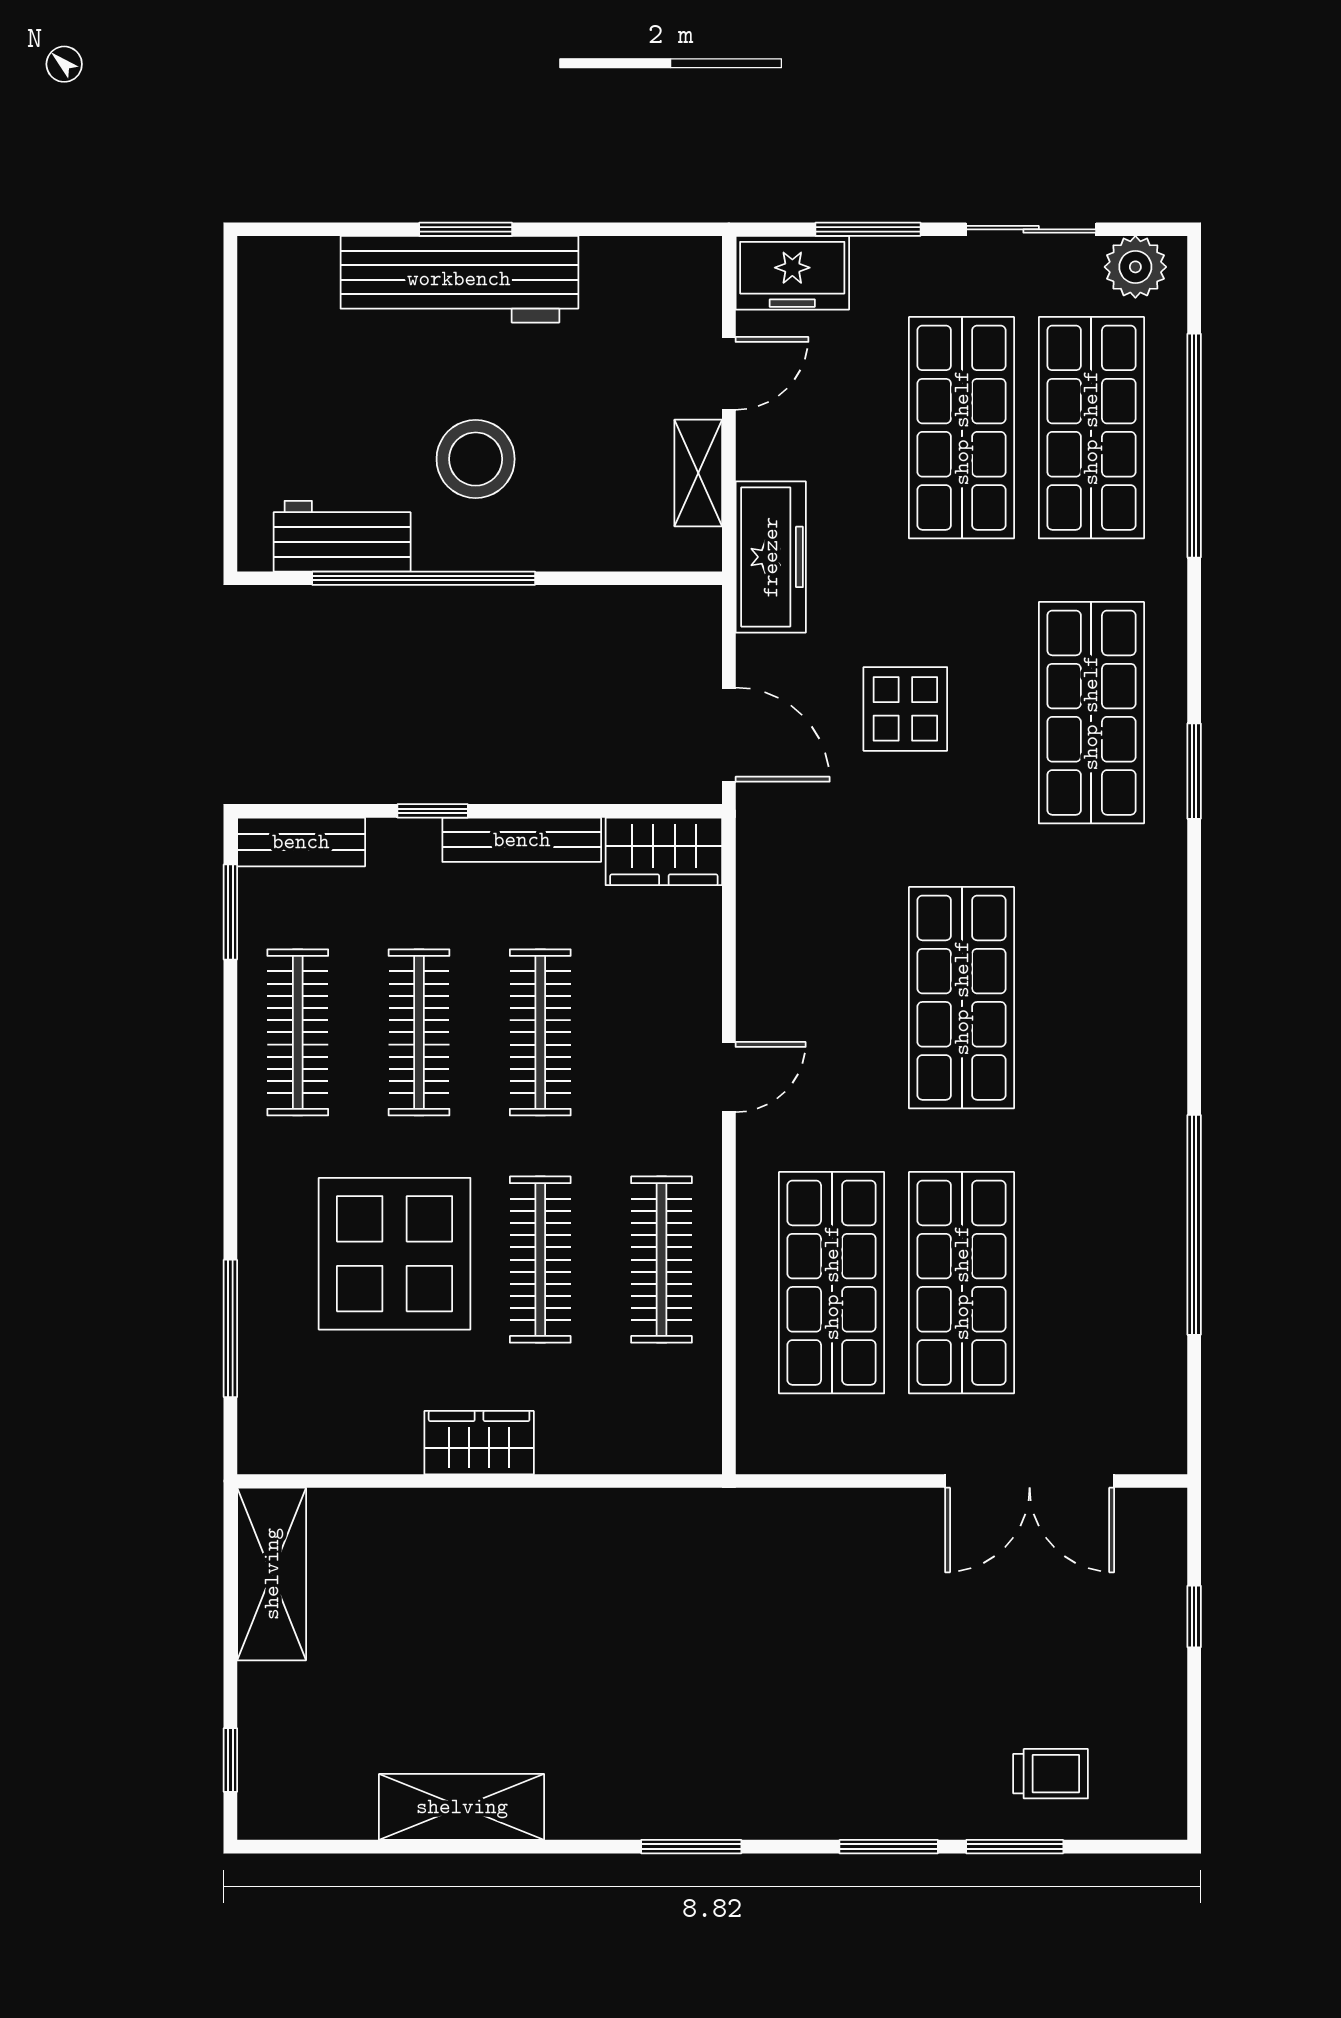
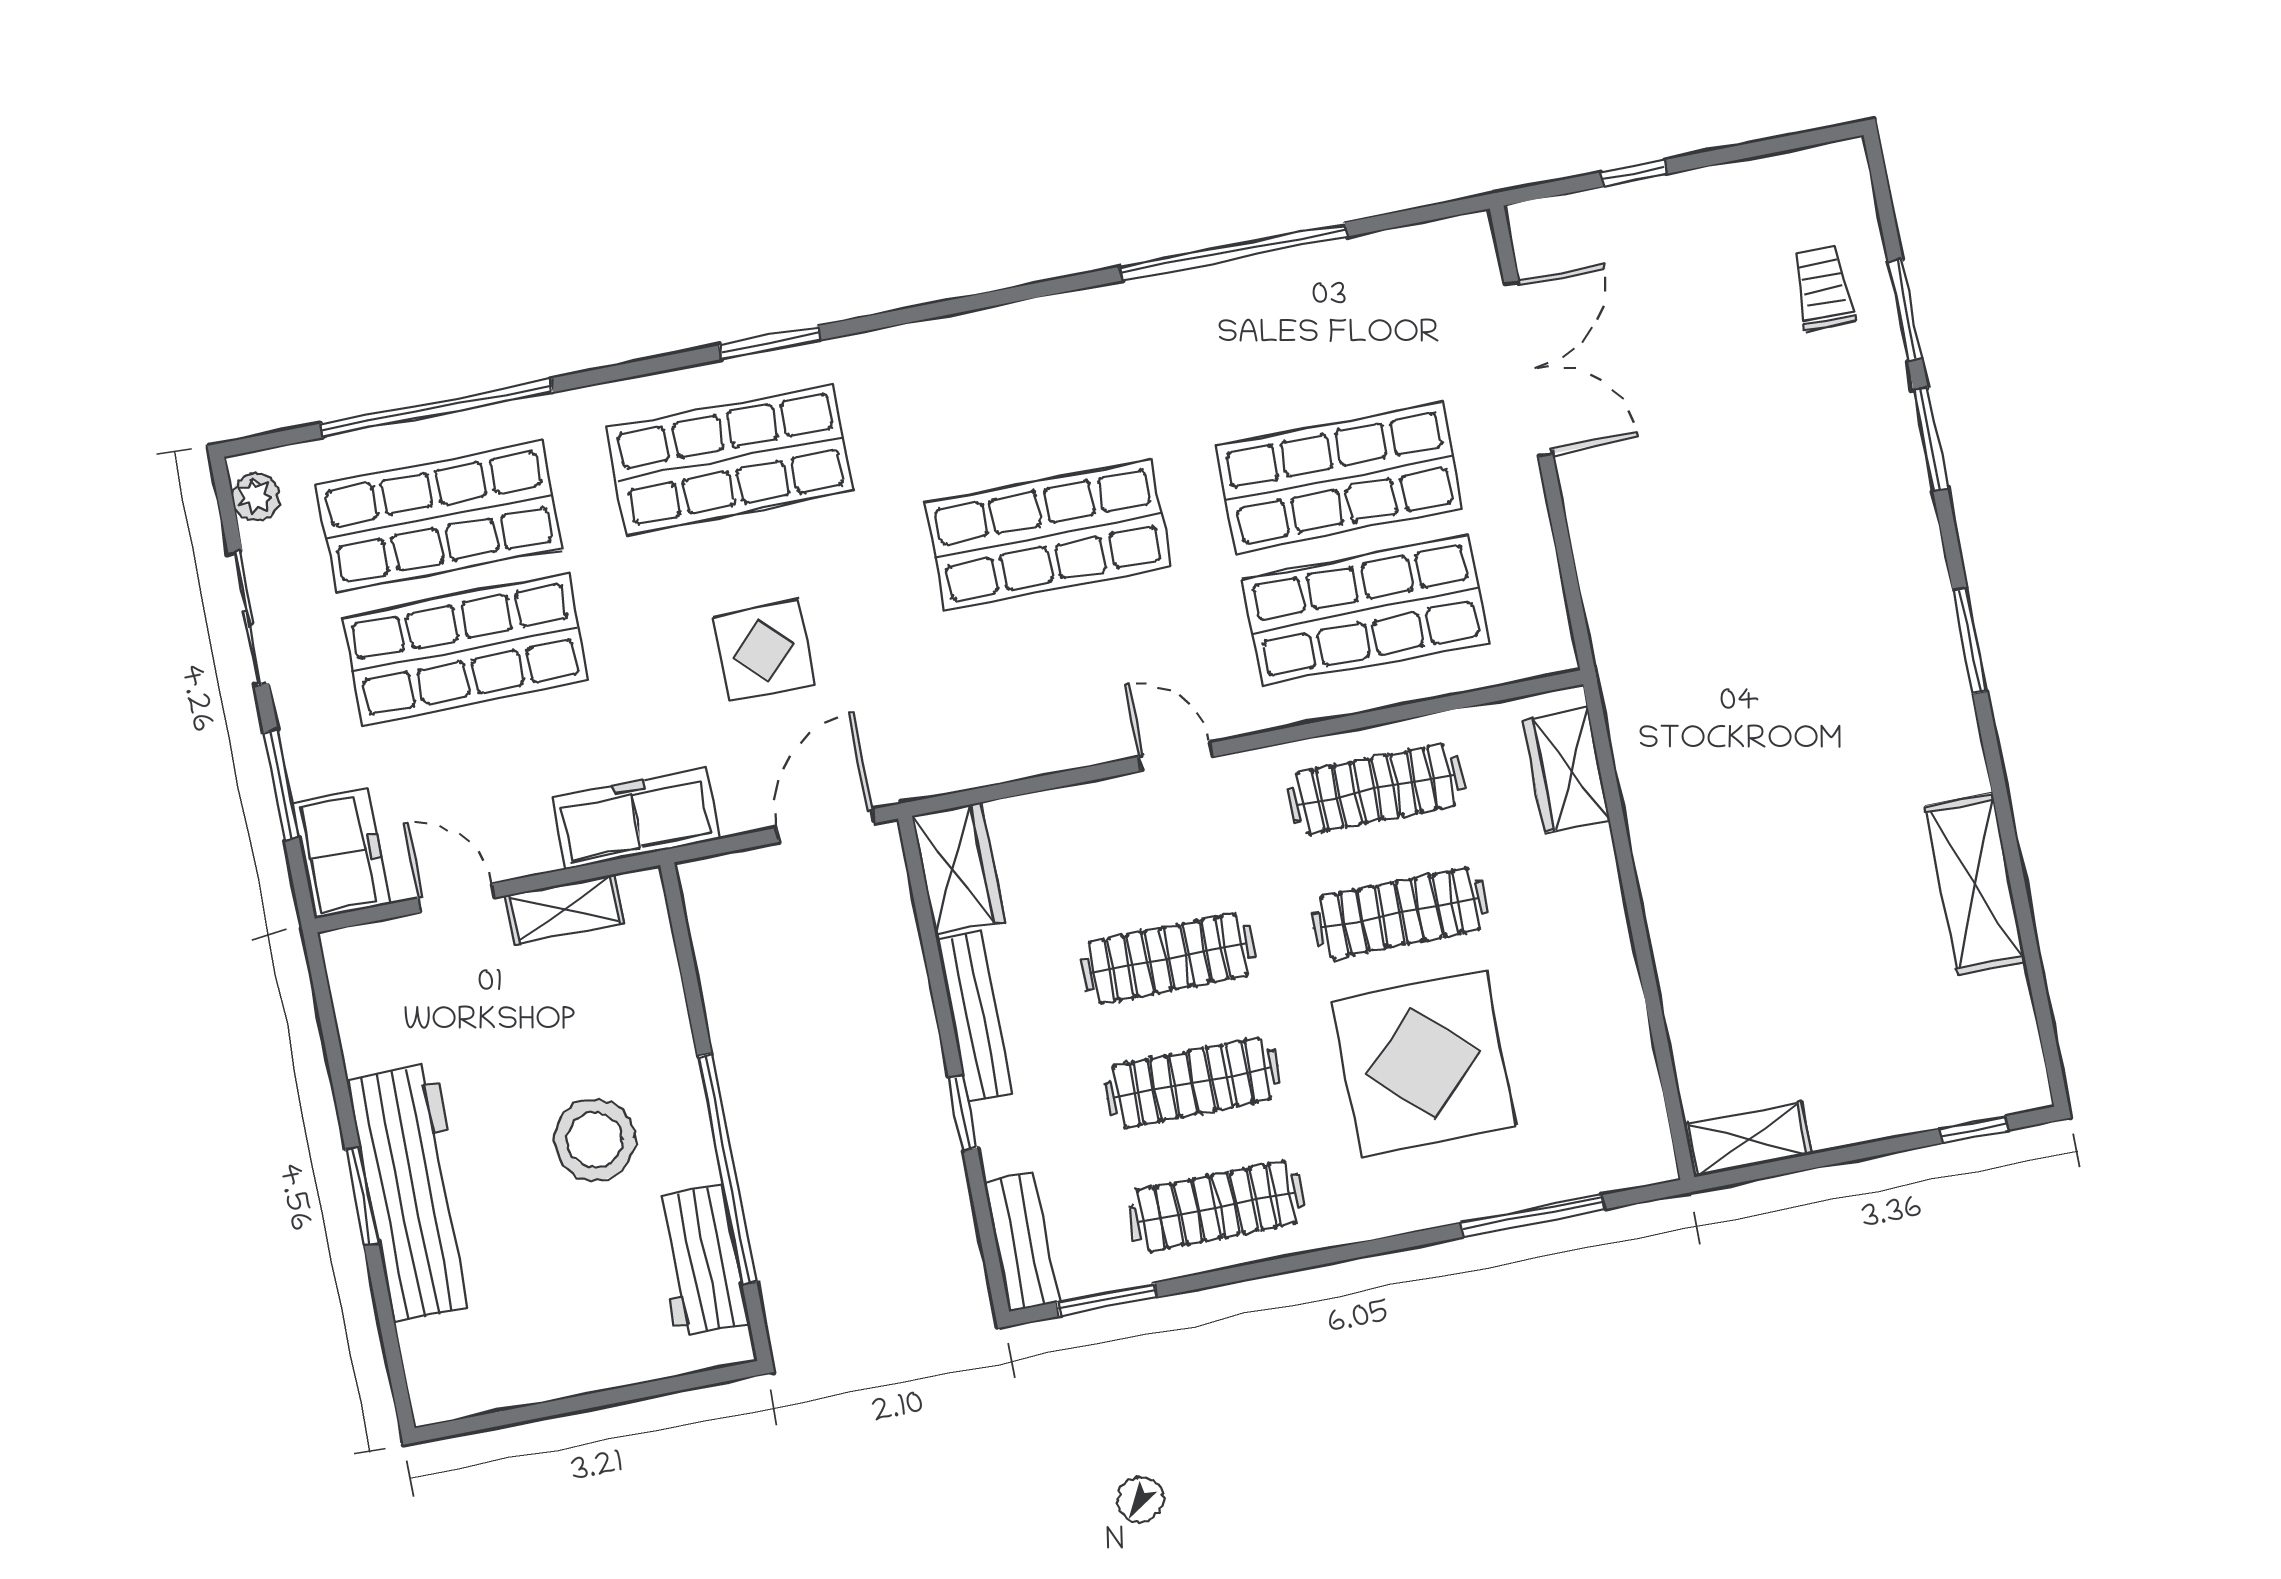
plant: (1135, 267) -> (256, 497), width x0.73, depth x0.73
wardrobe: (479, 1443) -> (1566, 770), moved
shelving: (272, 1574) -> (1748, 1139), width x0.67, depth x0.75

